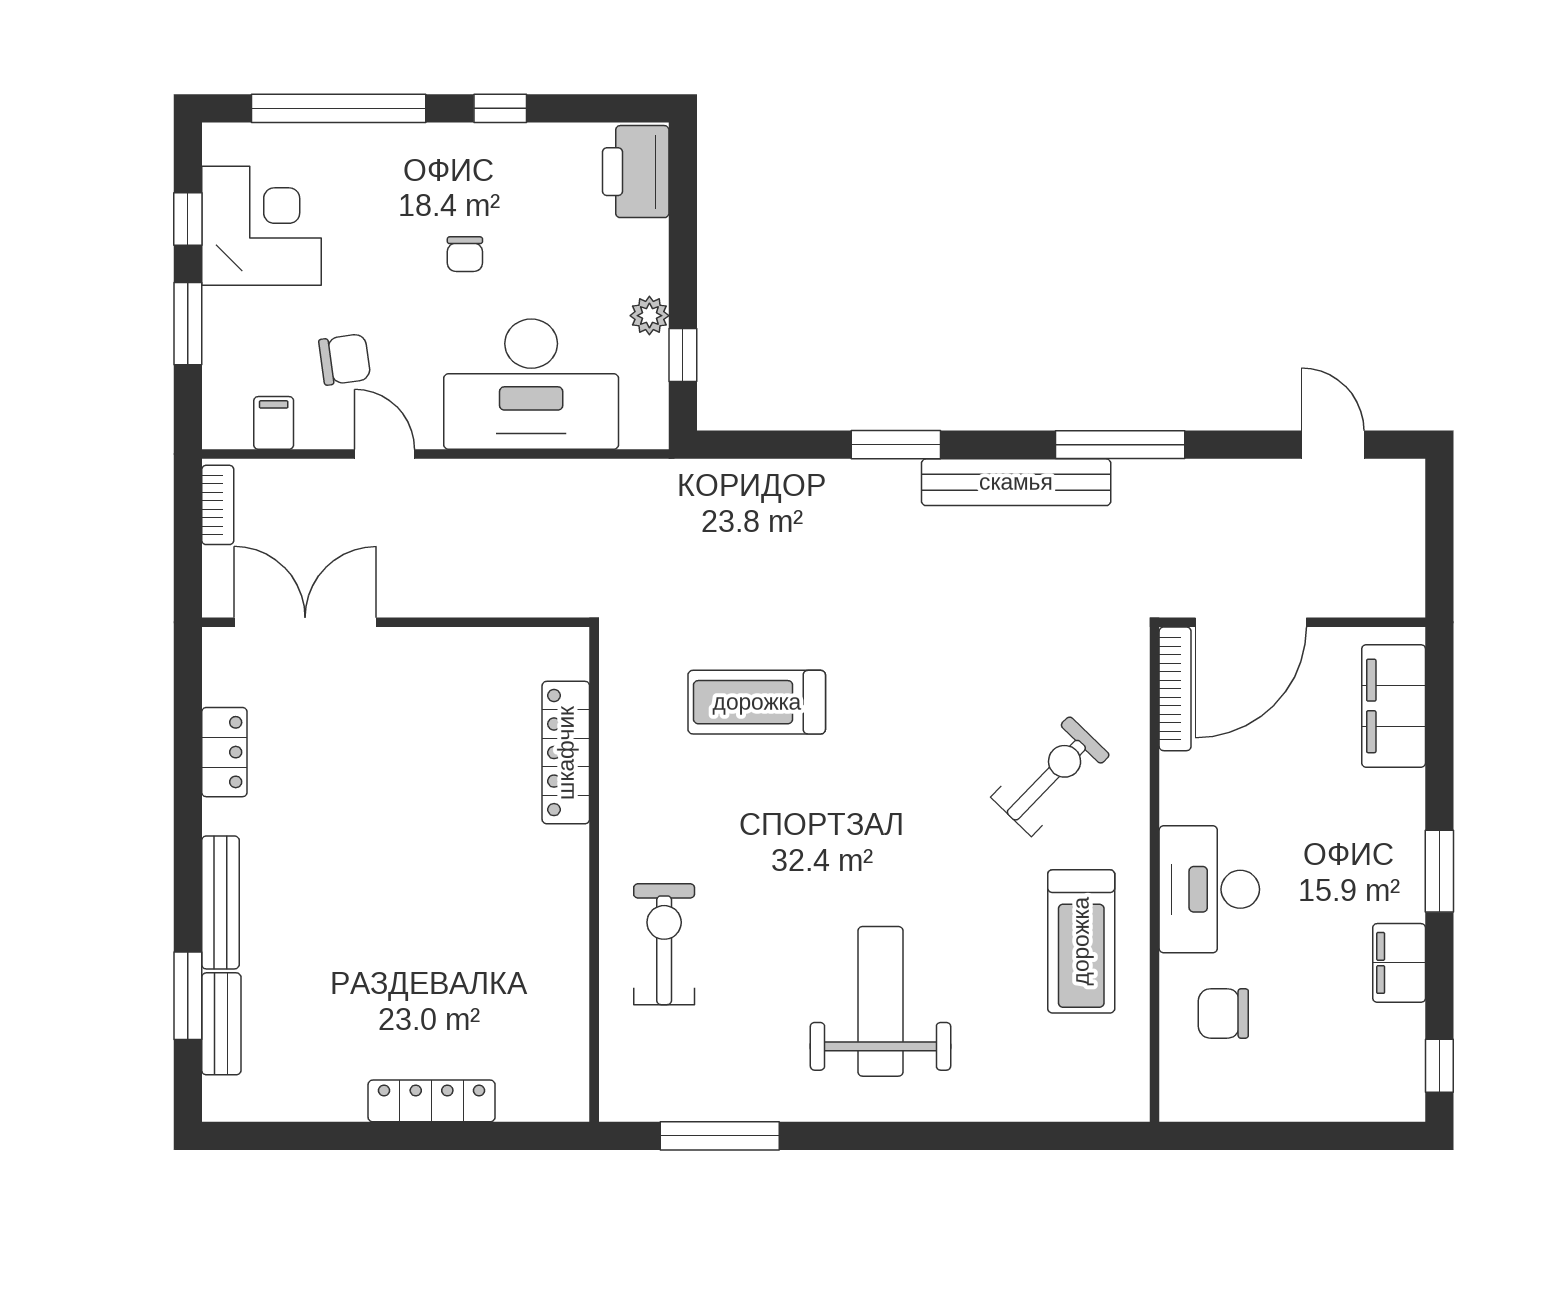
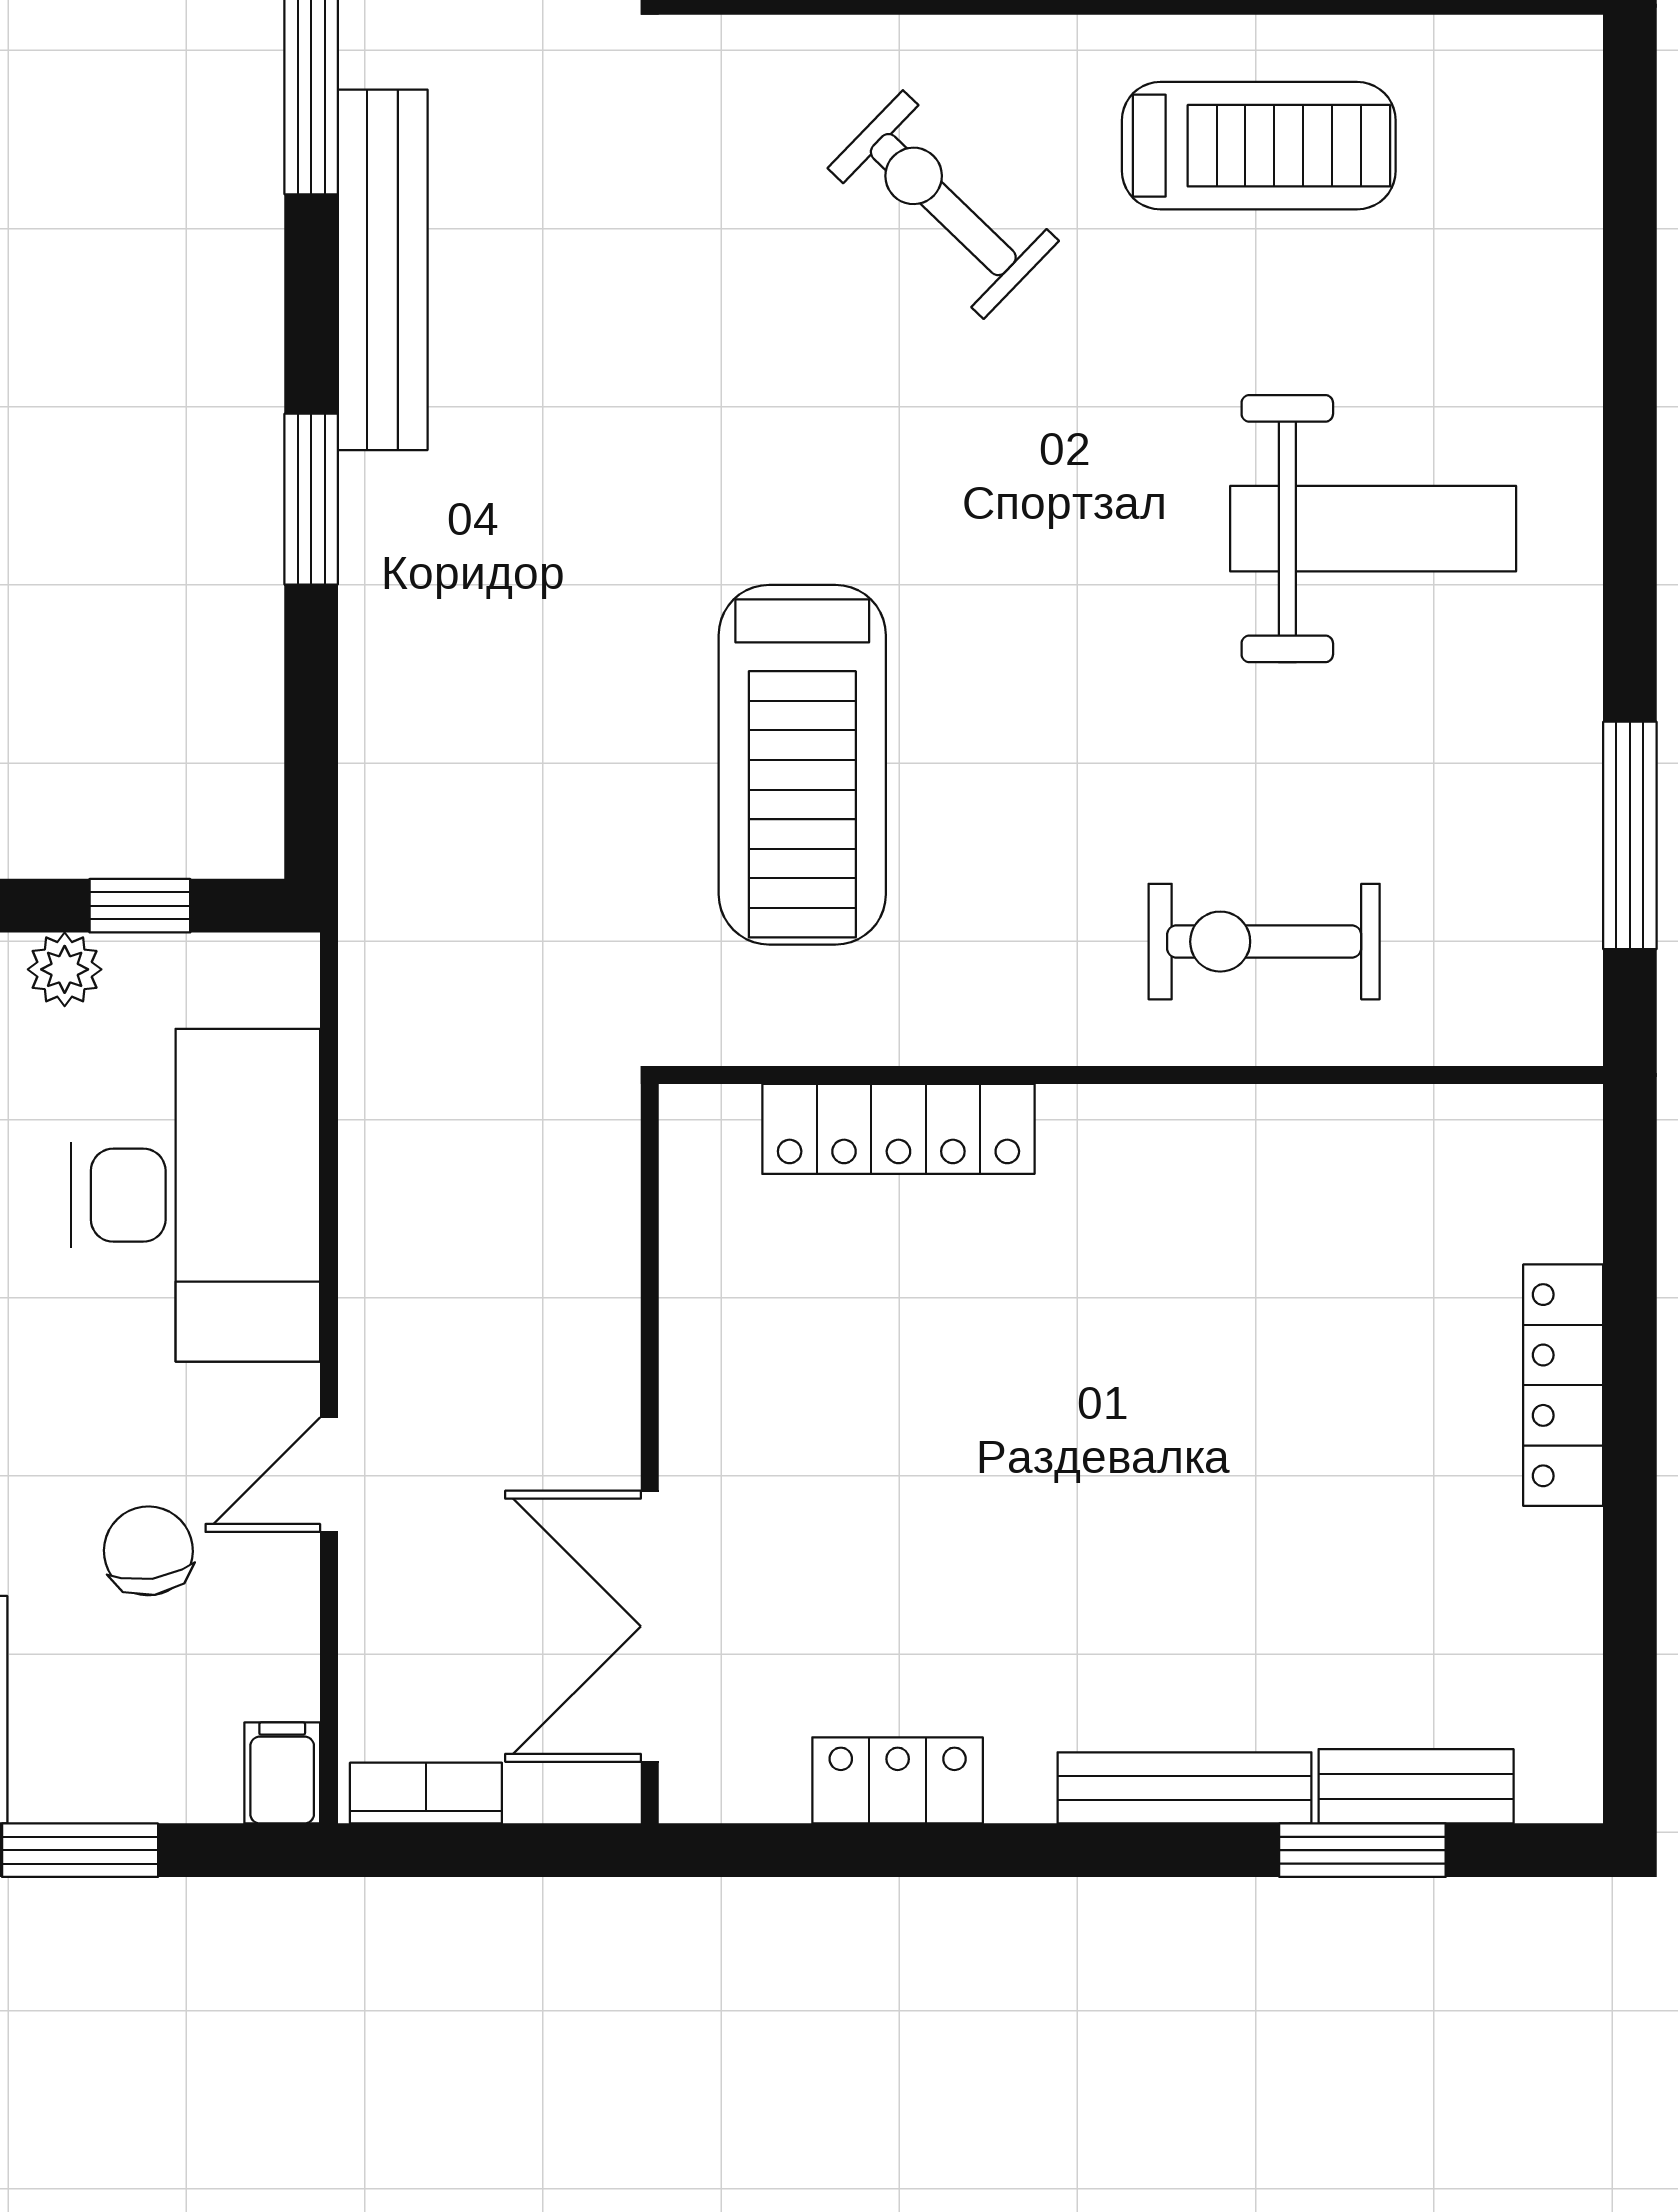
filing cabinet: (274, 423) -> (282, 1773), moved, turned 90
treadmill: (757, 702) -> (802, 765), width x1.37, depth x1.38
weight bench: (880, 1001) -> (1373, 529), turned 180

